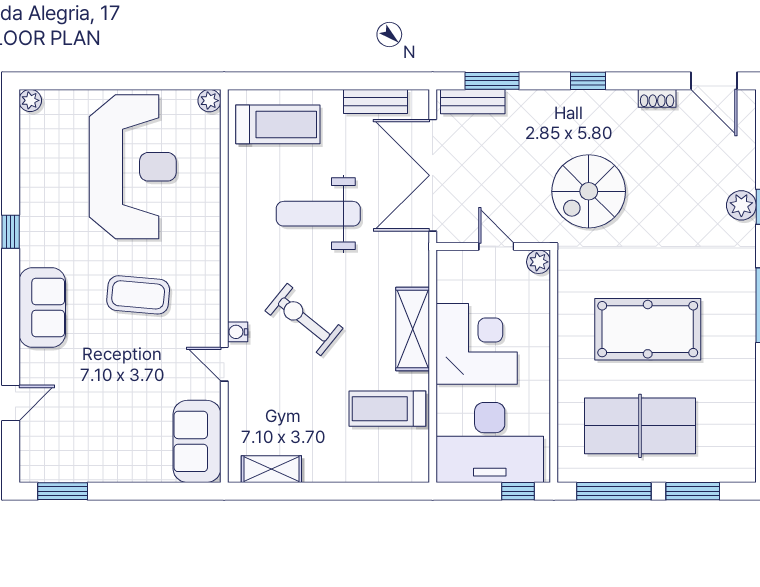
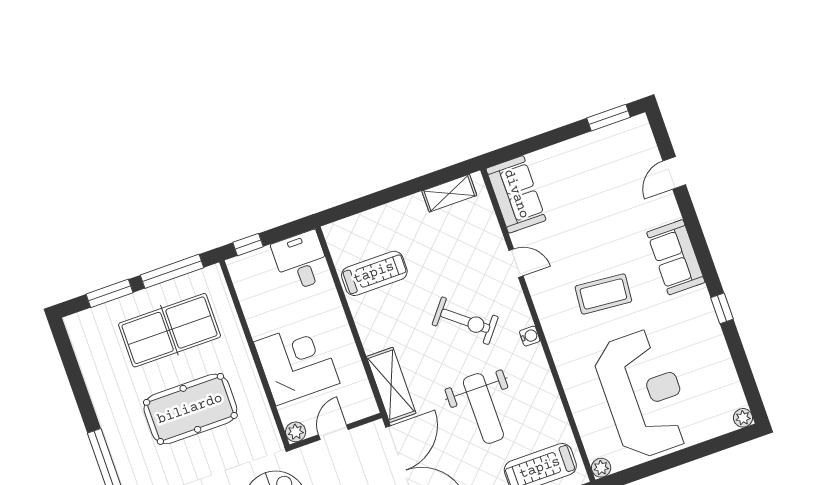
reception desk: (133, 167) -> (643, 394), turned 180
weight bench: (318, 214) -> (483, 408), turned 90
door: (496, 246) -> (333, 432), swing flipped
shelving: (413, 329) -> (391, 385), moved
water cooler: (238, 332) -> (530, 336), moved
corner desk: (477, 344) -> (297, 363), moved, turned 180
desk: (490, 442) -> (301, 261), width x0.53, depth x0.77

